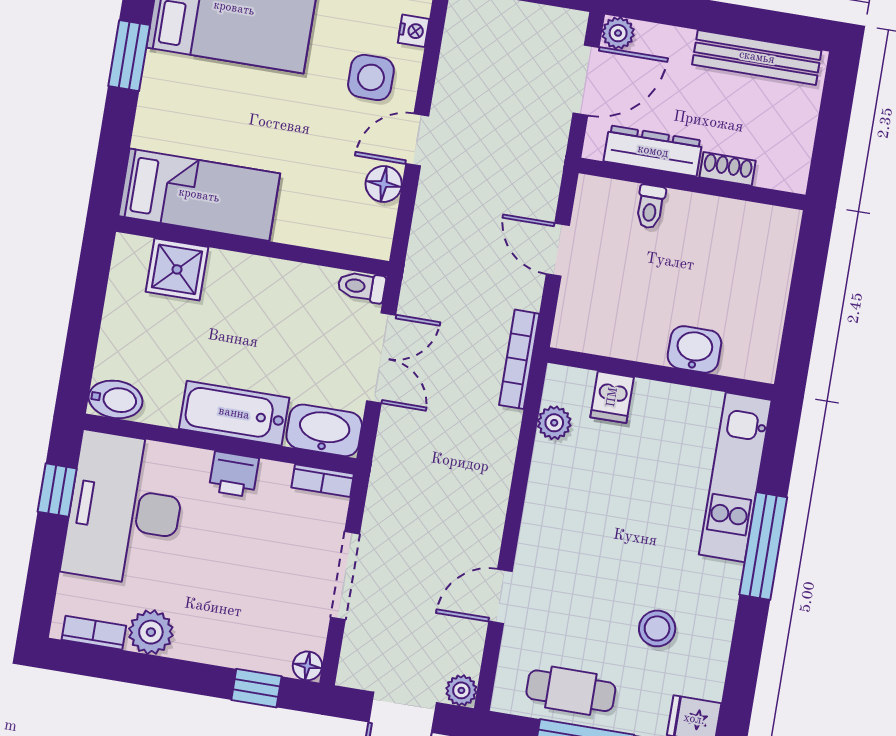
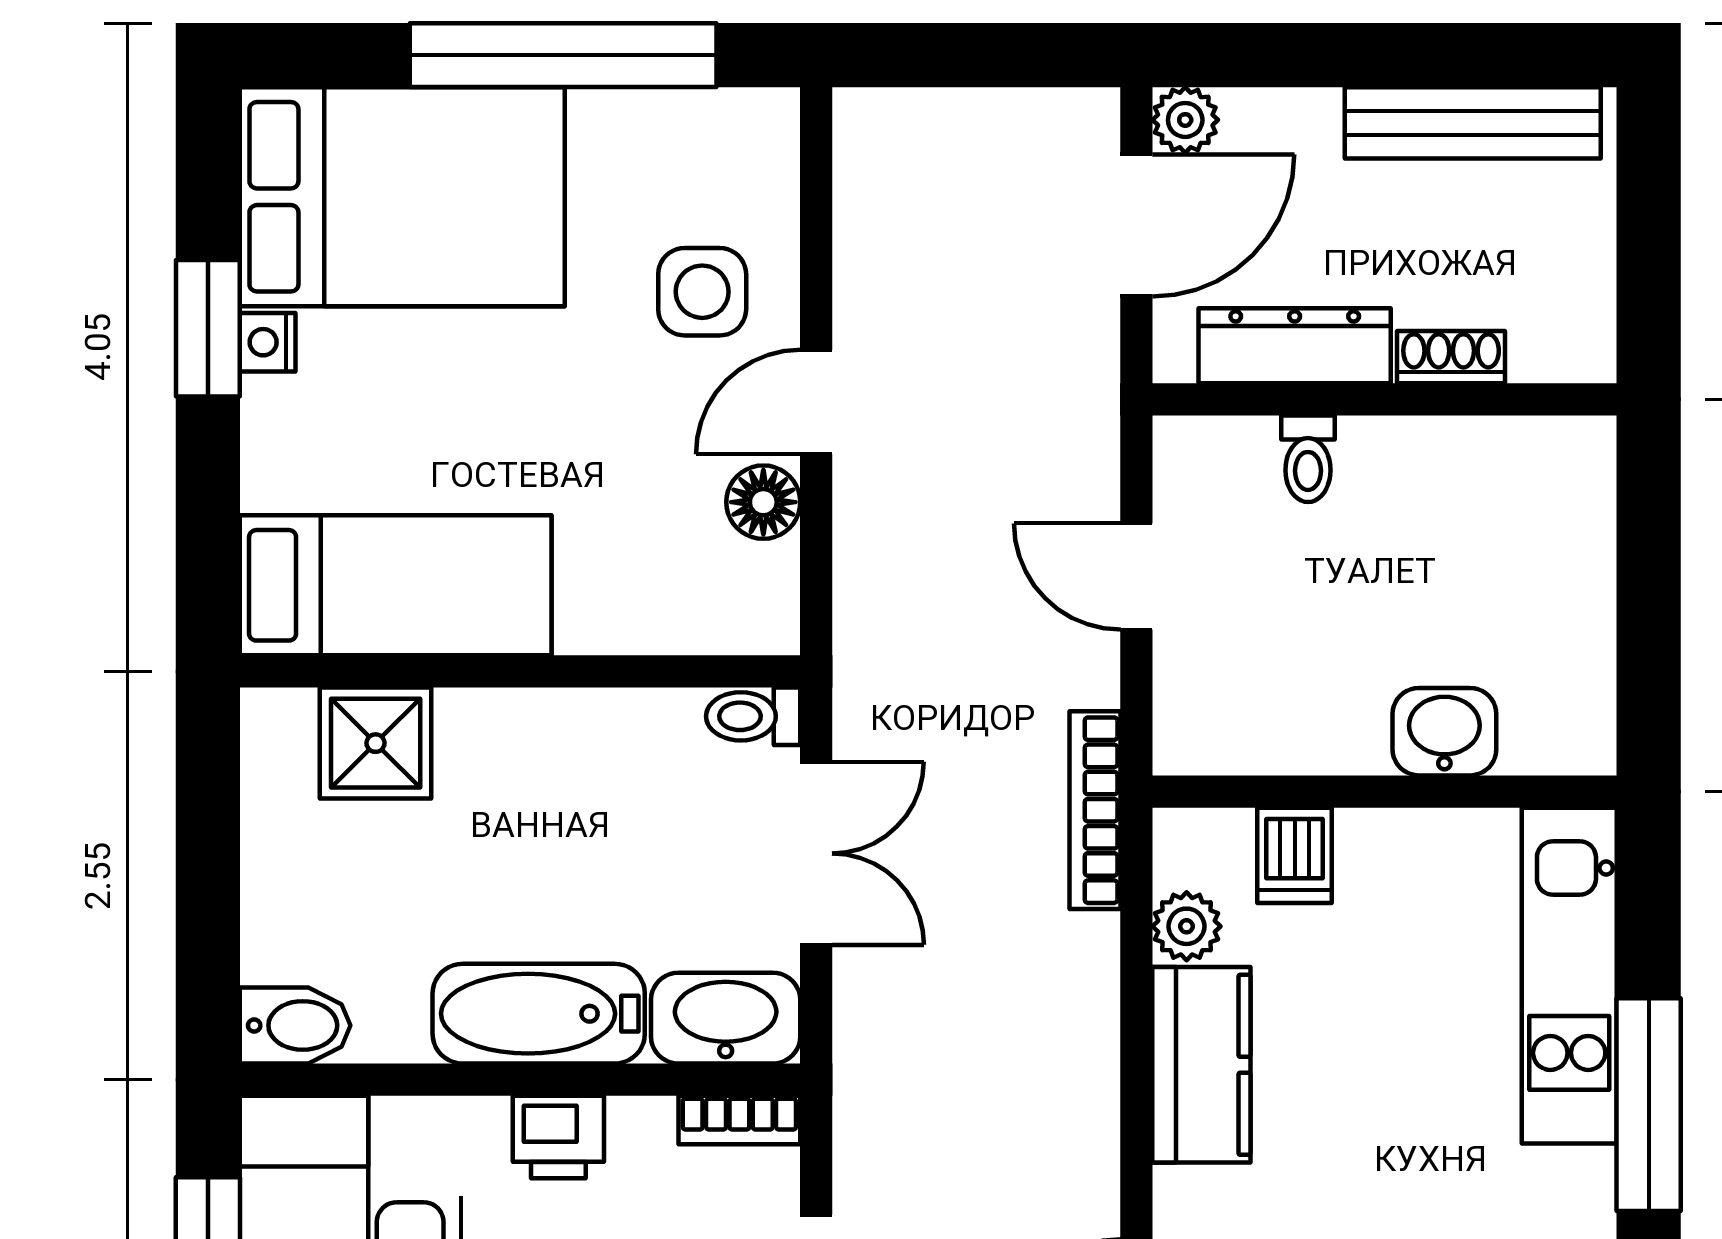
nightstand: (414, 31) -> (268, 342), moved, turned 180
kitchen counter: (550, 491) -> (1201, 1065), added

